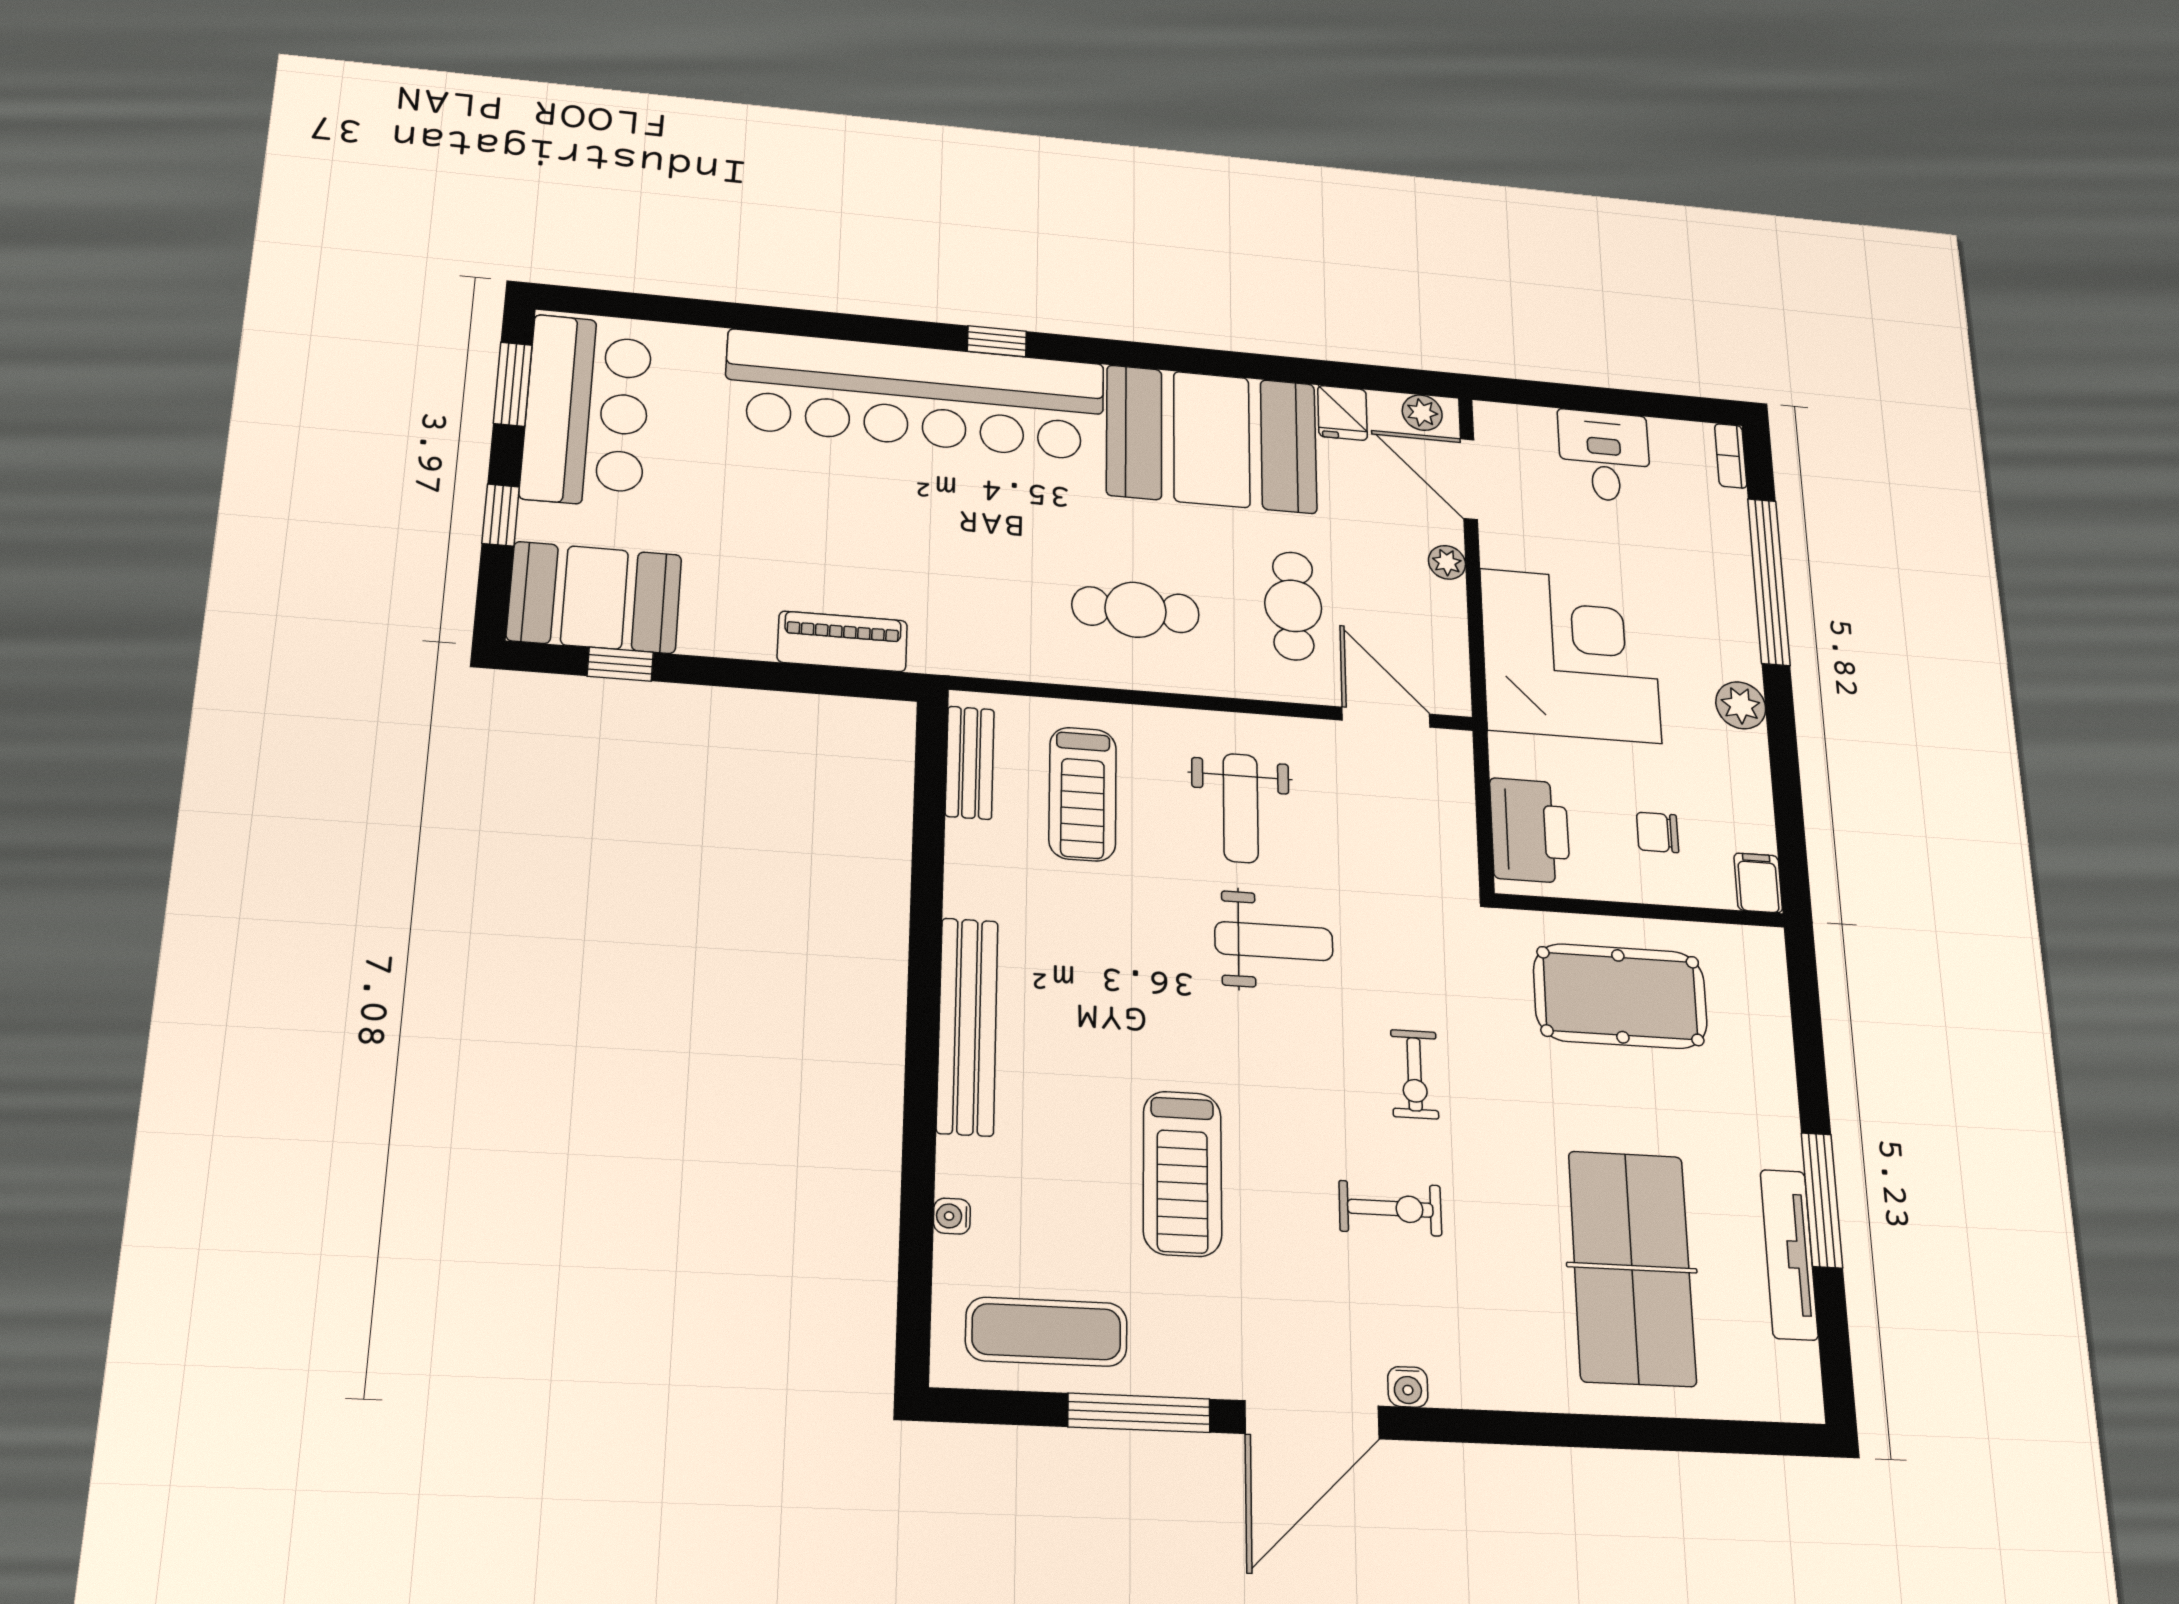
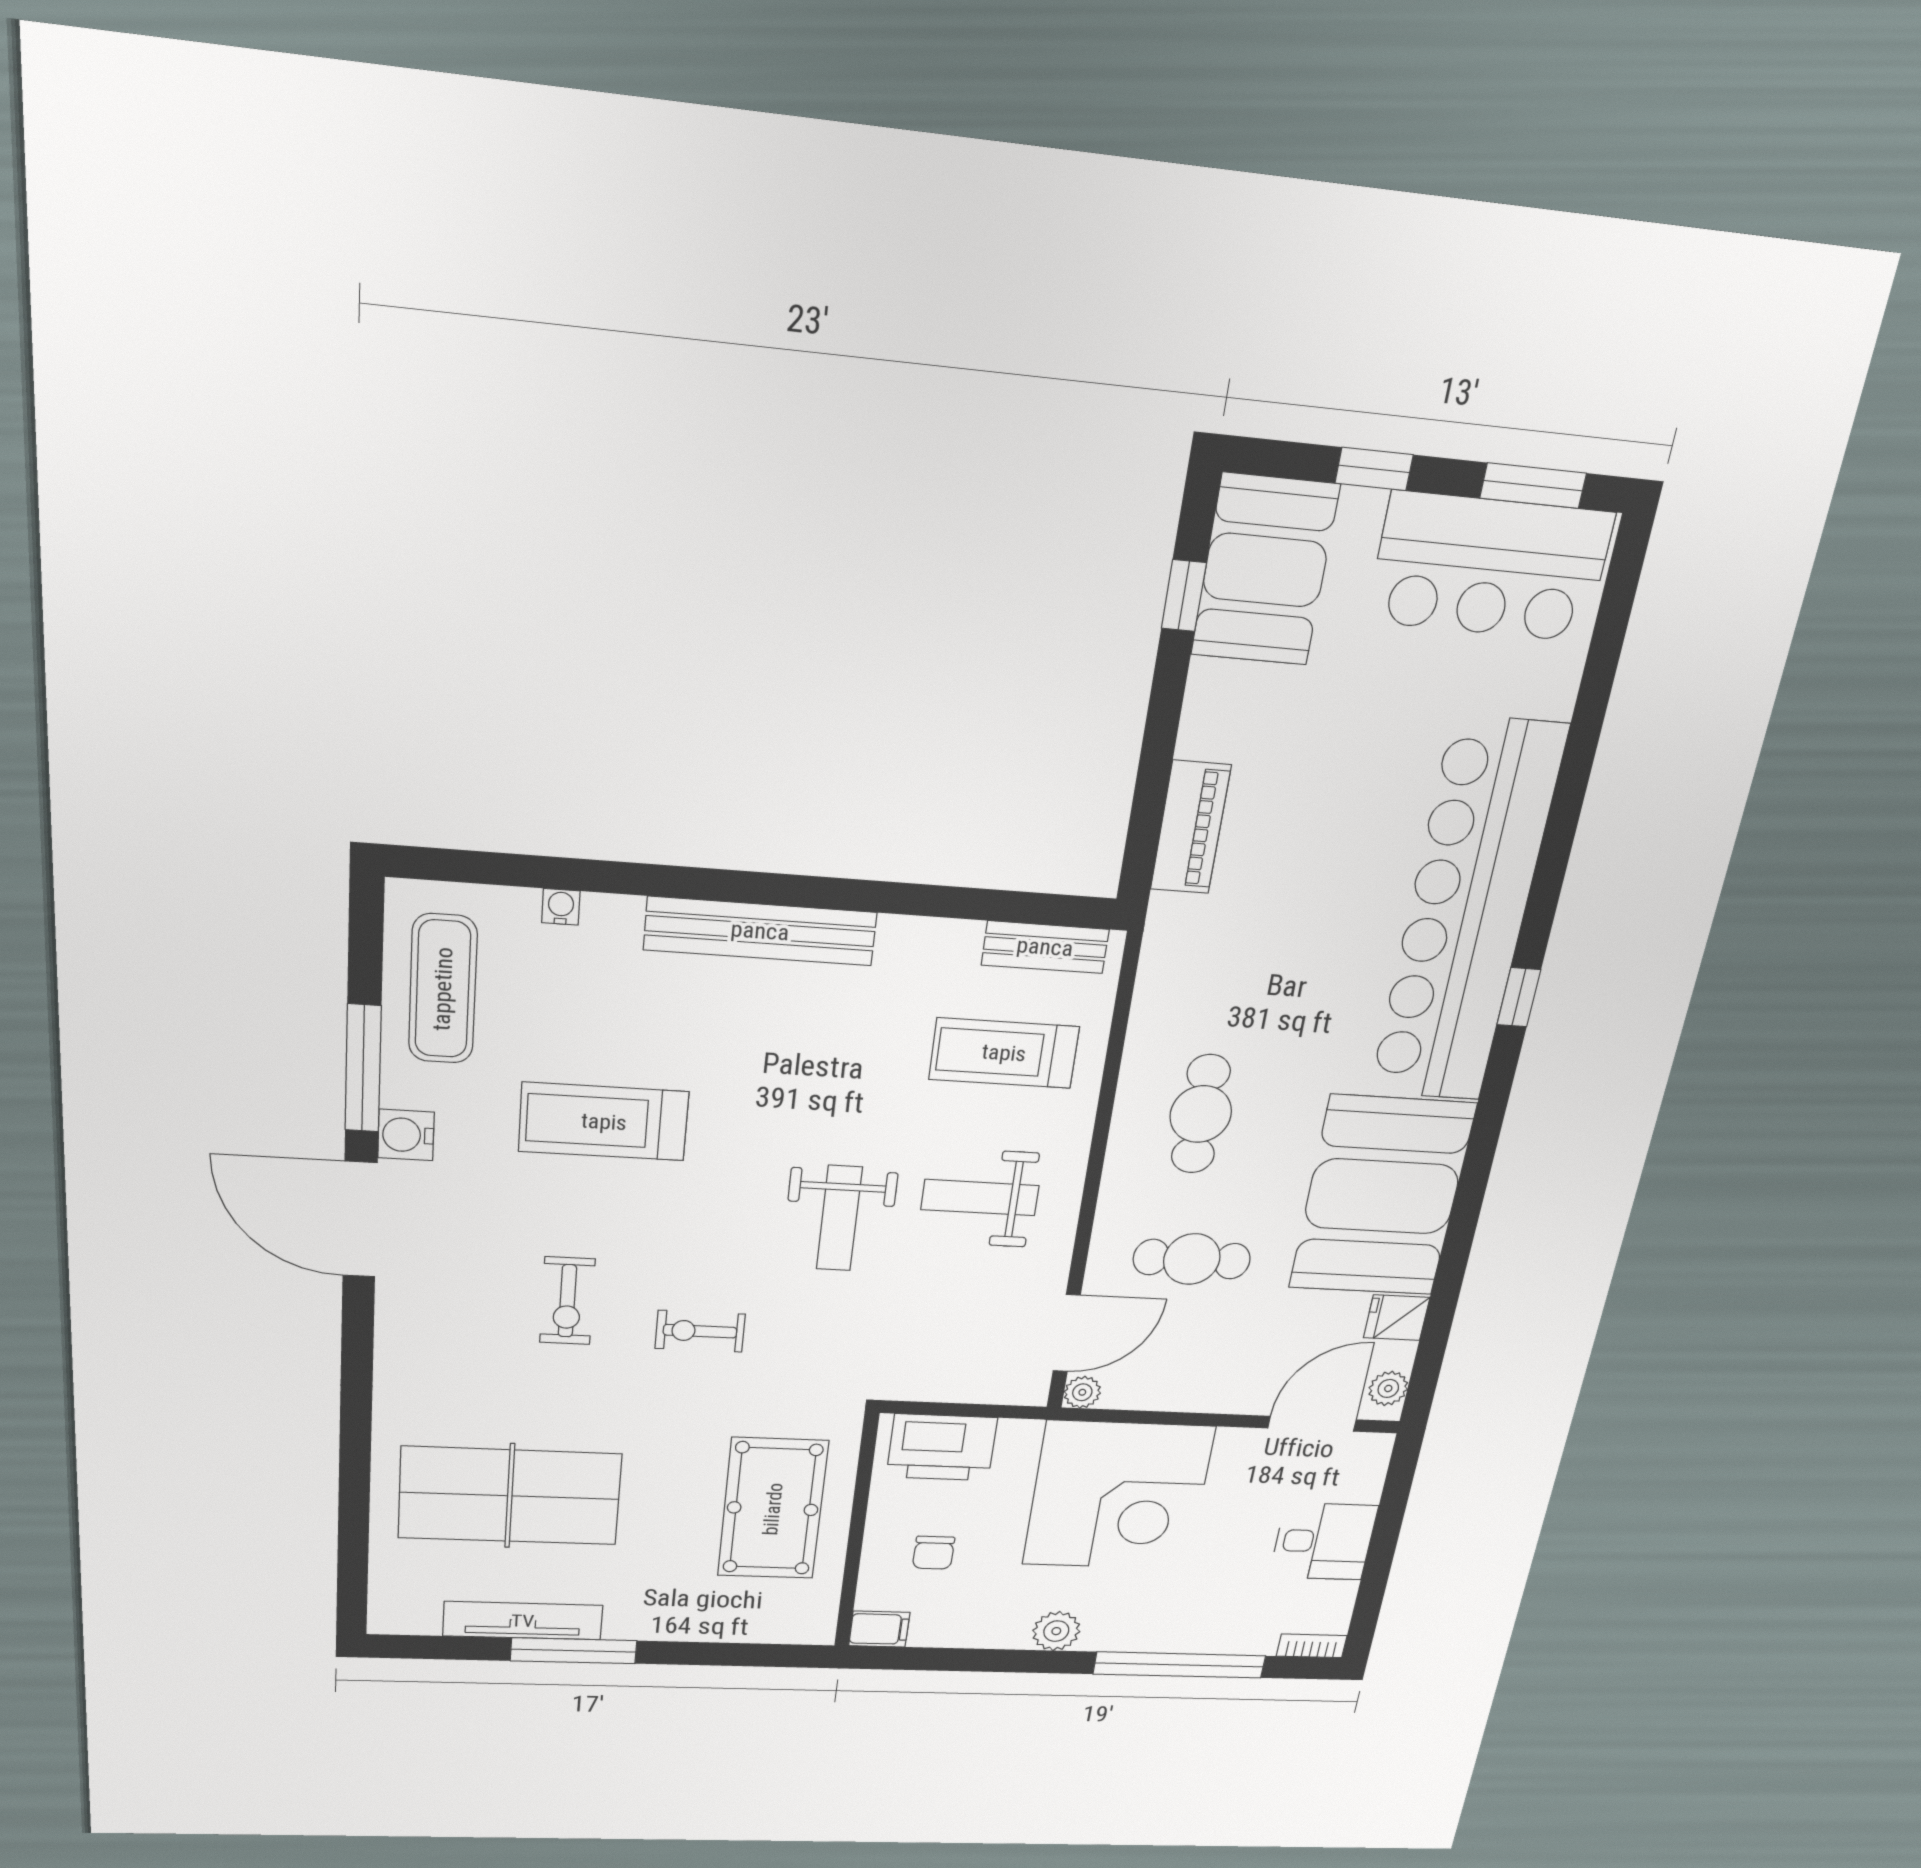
plant: (1447, 562) -> (1082, 1392), moved
chair: (1658, 832) -> (934, 1553), turned 180
water cooler: (1408, 1387) -> (406, 1135), moved, width x1.38, depth x1.38

